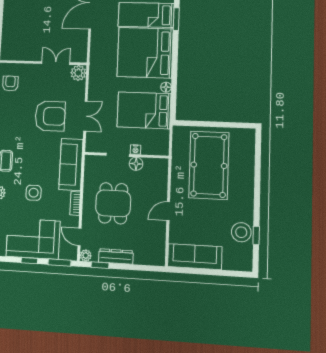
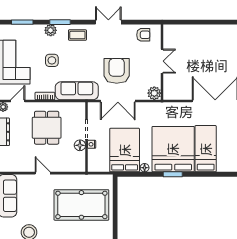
window: (176, 19) -> (173, 174), moved
double door: (56, 63) -> (162, 61), moved
armchair: (50, 116) -> (117, 71), turned 180
double door: (85, 116) -> (118, 101), width x1.37
dining table: (113, 203) -> (47, 128), turned 90

